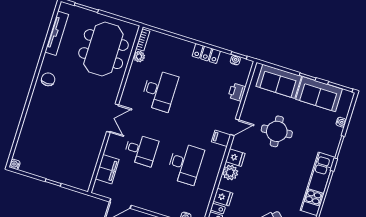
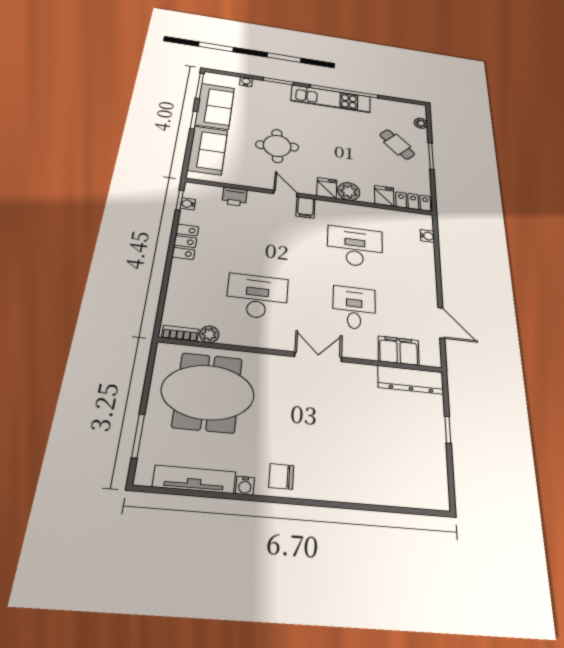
water cooler: (15, 164) -> (245, 486), moved
dresser: (87, 170) -> (411, 380), added

